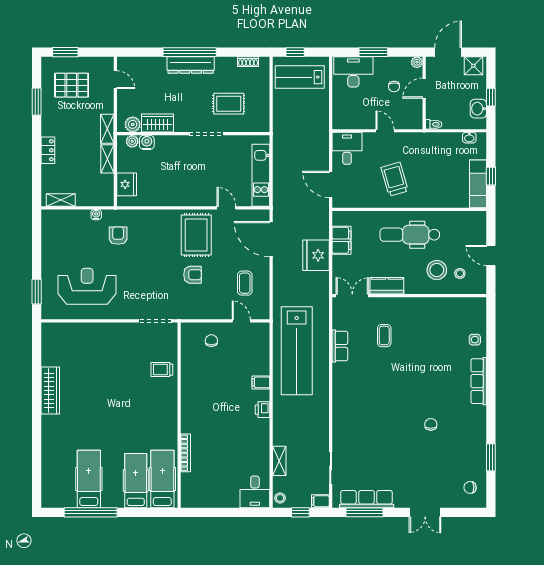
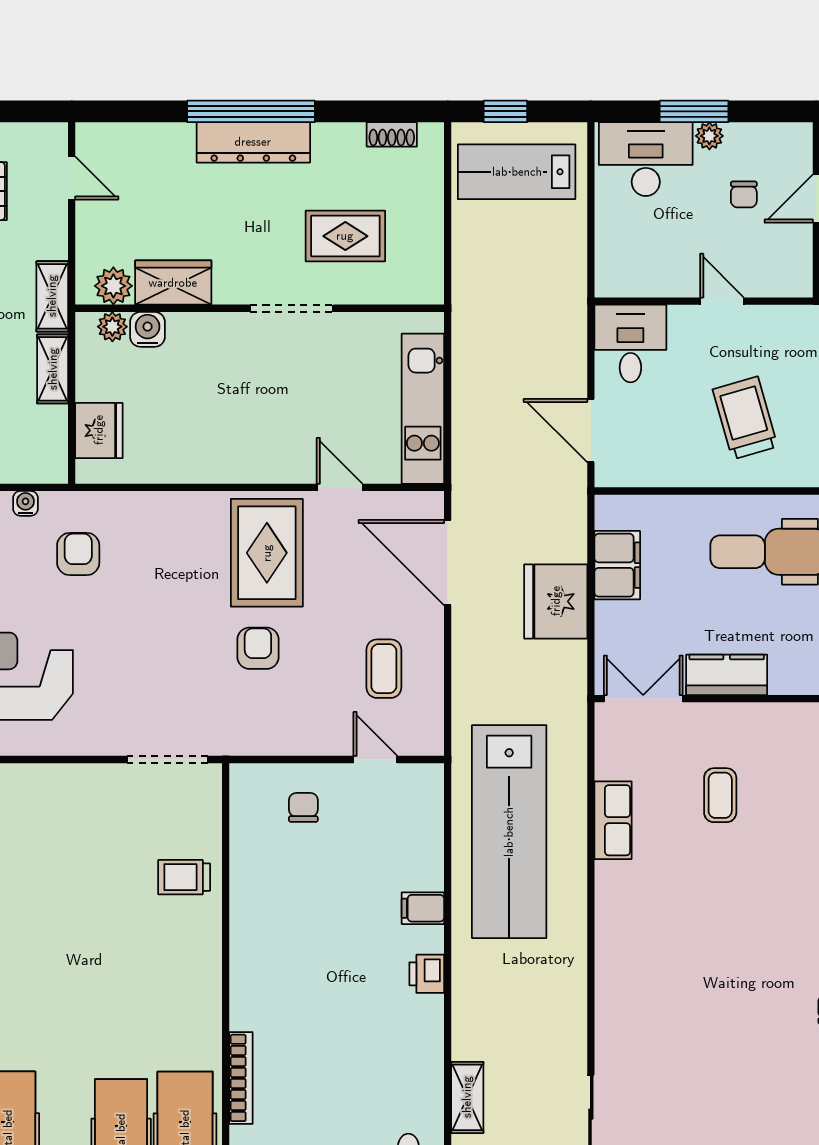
plant: (417, 62) -> (709, 136), moved
armchair: (193, 275) -> (258, 648), turned -90

